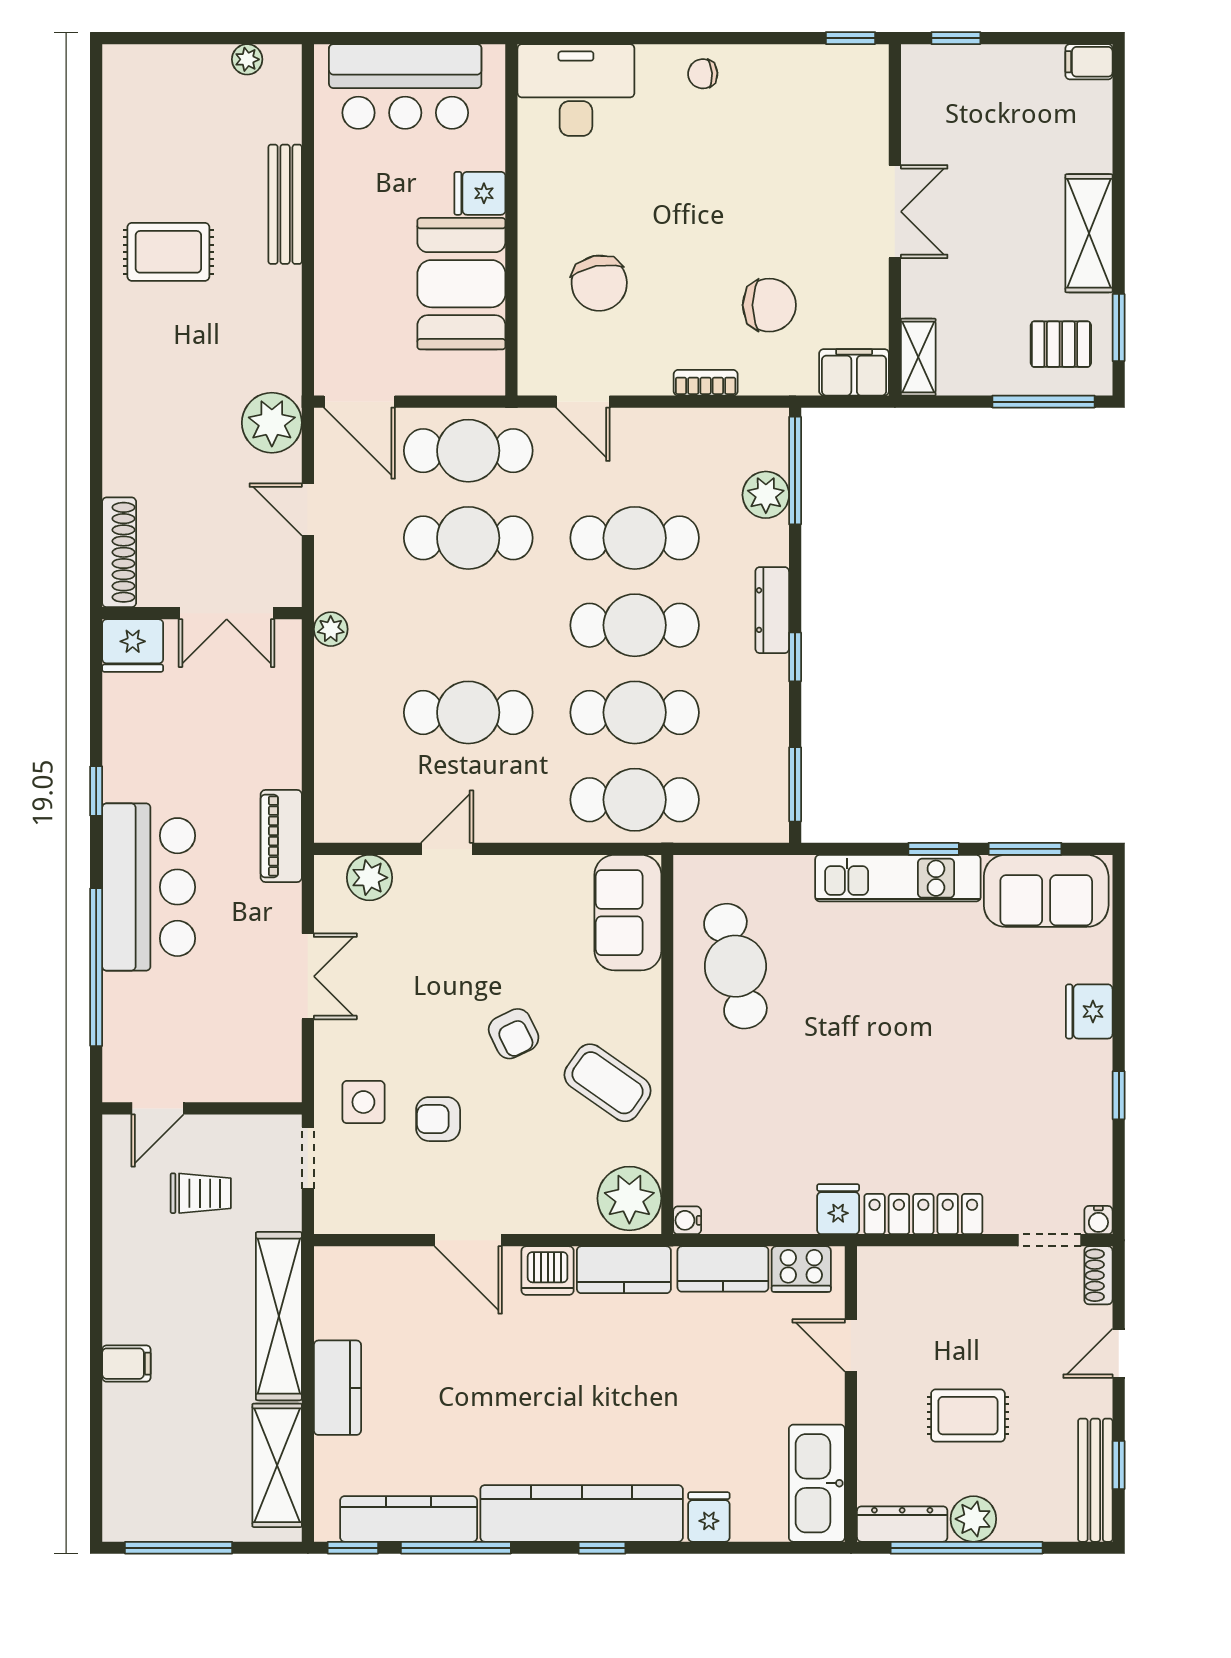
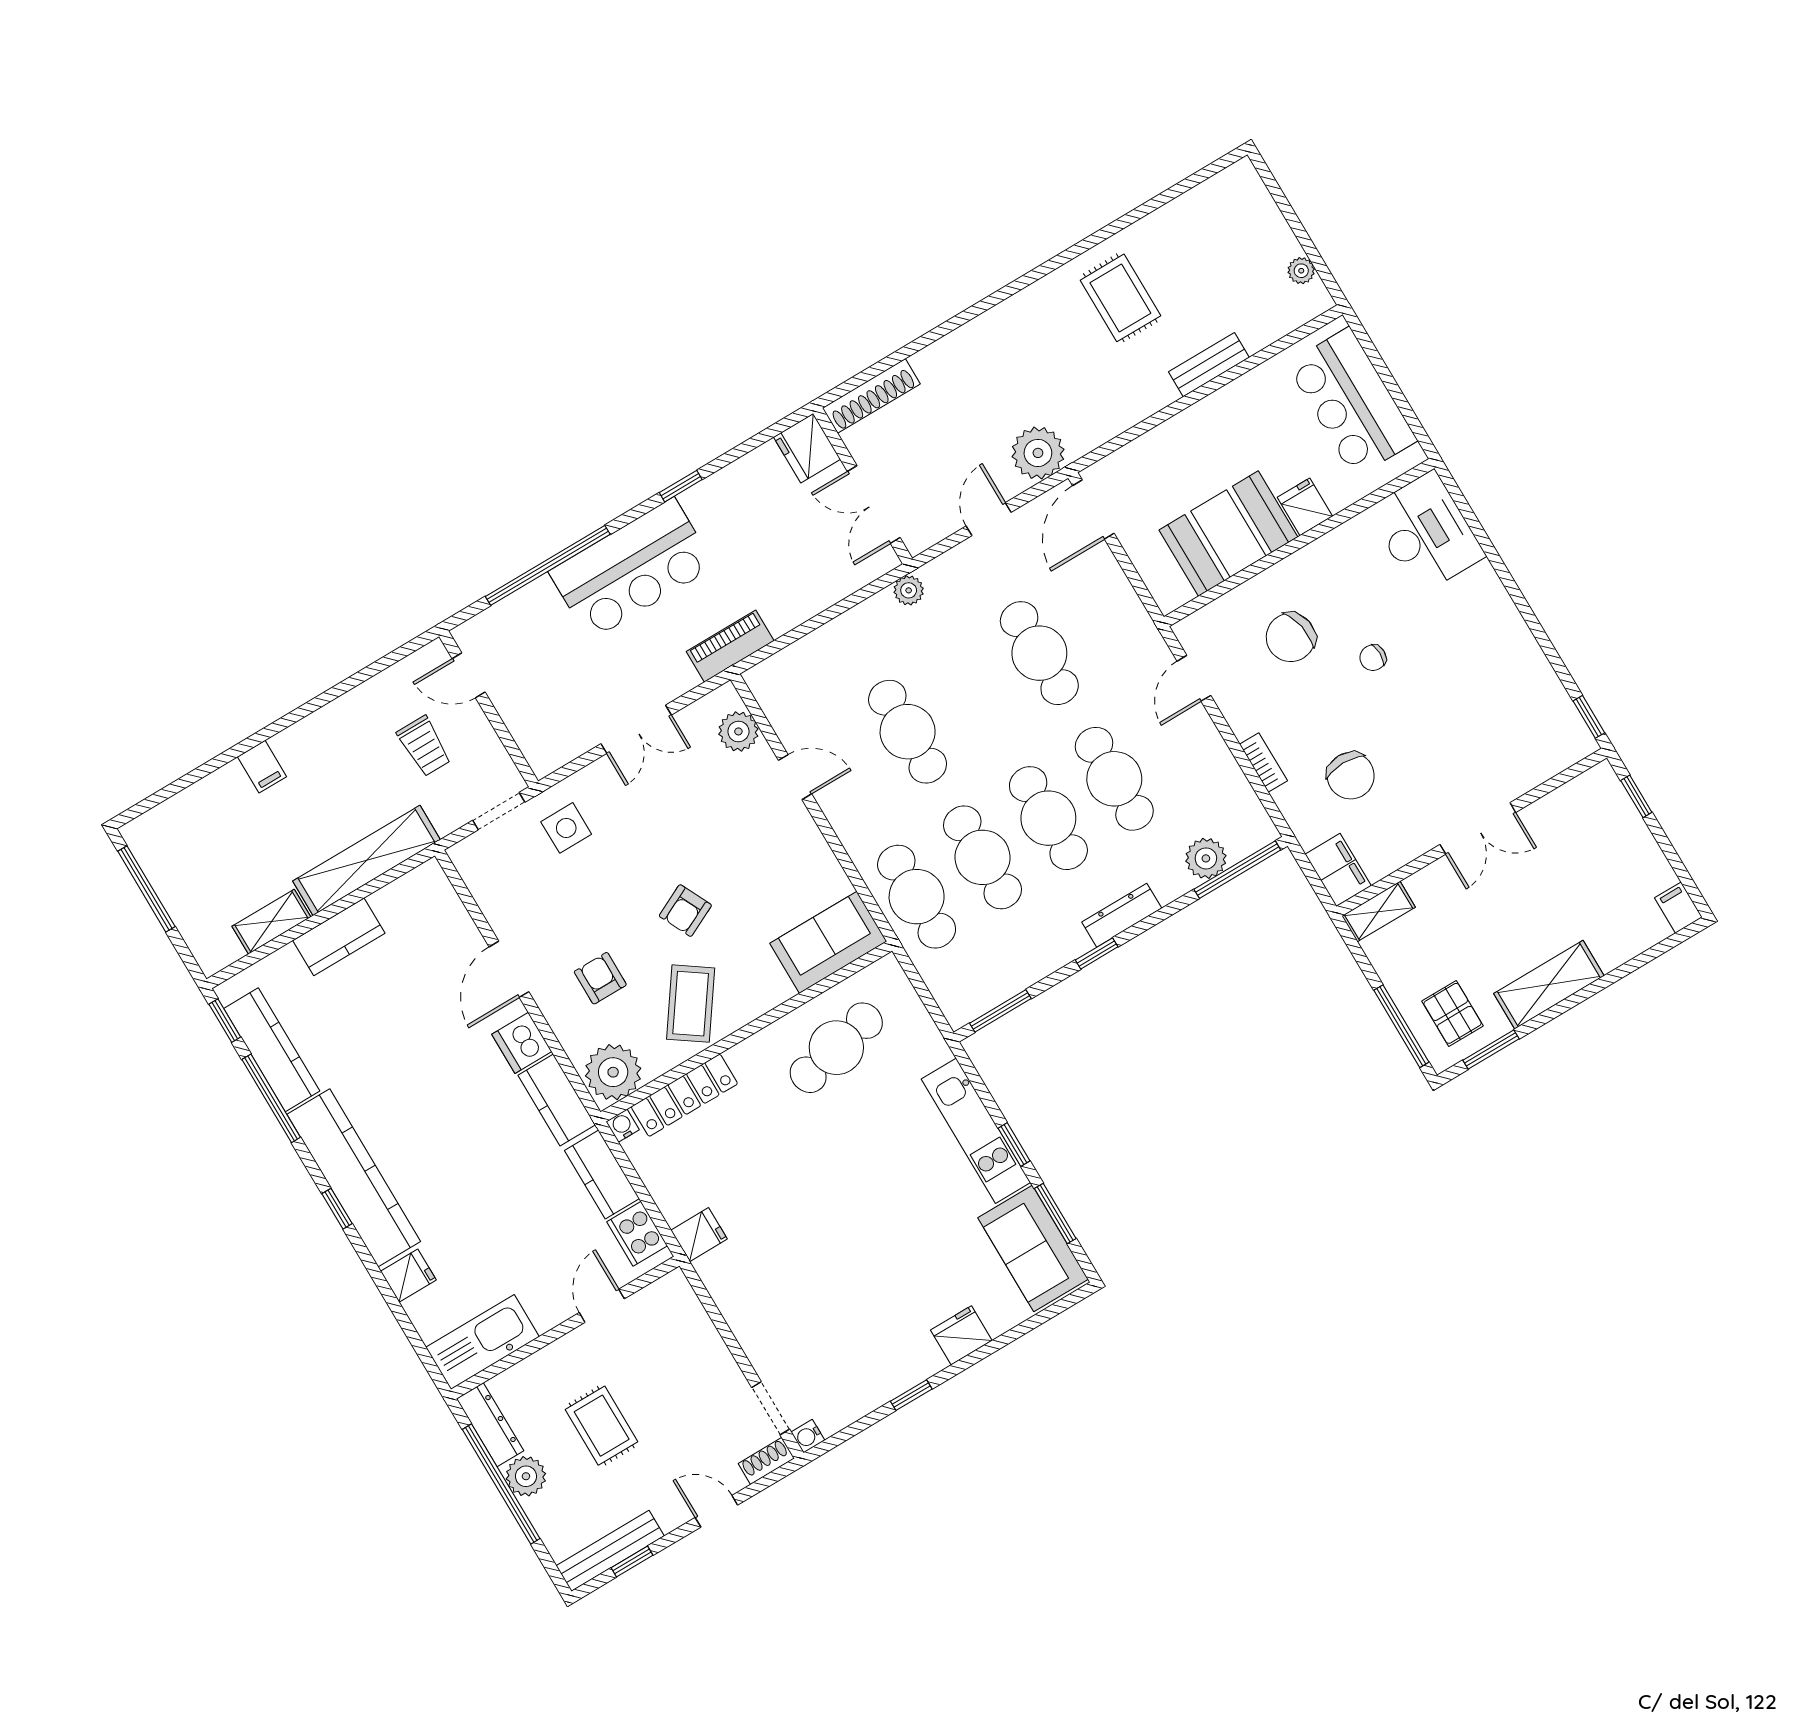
chair: (703, 74) -> (1373, 658), moved, turned -86
bench: (285, 204) -> (1209, 365), width x0.73
cafe table: (468, 451) -> (1105, 614), removed
armchair: (438, 1119) -> (600, 978), moved
locker: (923, 1214) -> (684, 1095), moved, turned 90
shelving: (277, 1465) -> (271, 922), width x0.67, depth x0.75

